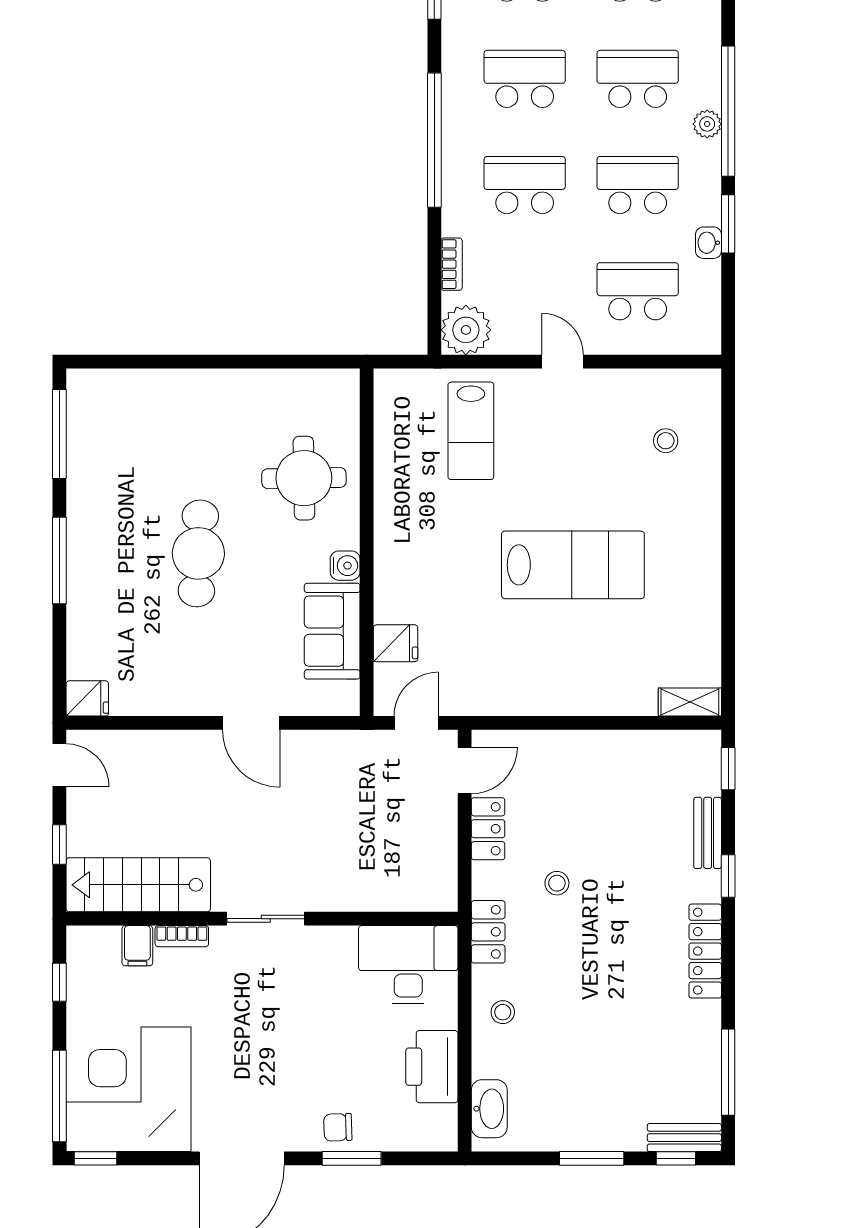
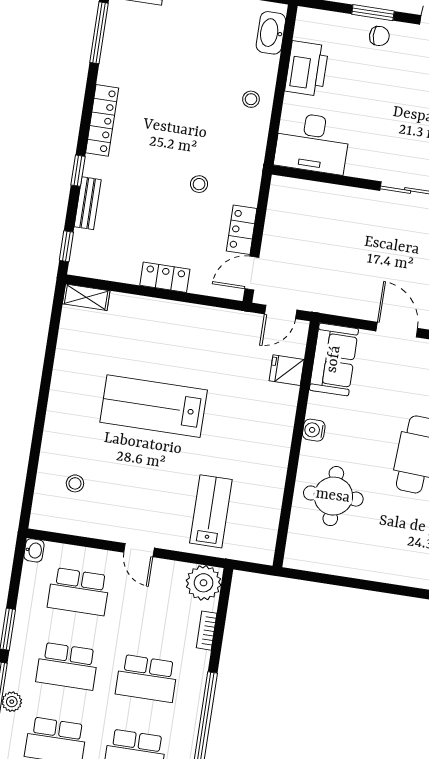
washbasin: (708, 243) -> (34, 550), moved
sofa: (332, 631) -> (334, 359), moved
locker: (488, 932) -> (165, 277), moved, turned 90

